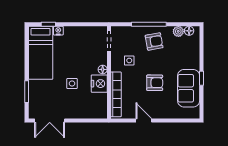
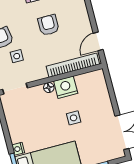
side table: (129, 60) -> (17, 56), moved
door: (144, 121) -> (98, 41), moved

